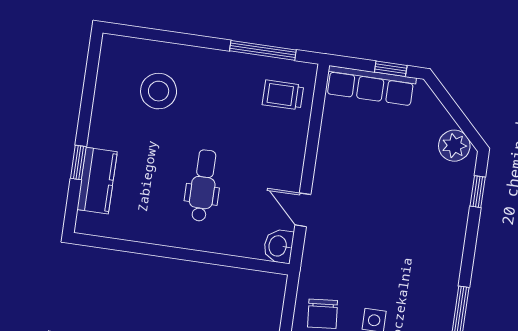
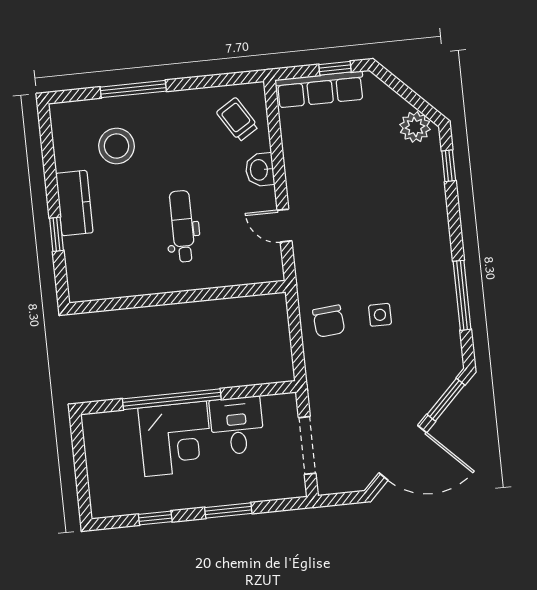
window: (263, 50) -> (133, 89), moved
trolley: (283, 95) -> (237, 120), turned 58
kitchen counter: (97, 181) -> (74, 203), moved
washbasin: (278, 246) -> (260, 170), moved

